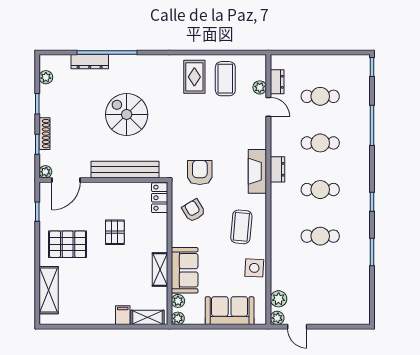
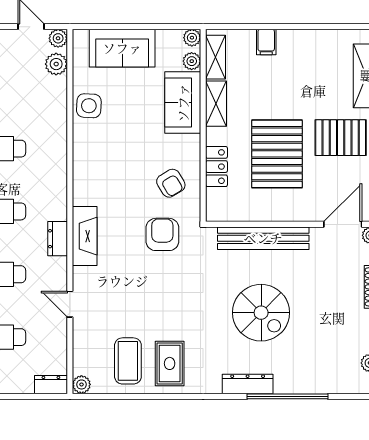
dresser: (90, 62) -> (248, 384), moved
dresser: (277, 82) -> (51, 385), moved, turned 90
plant: (260, 87) -> (81, 384), moved
door: (268, 107) -> (70, 304), moved
armchair: (200, 172) -> (162, 234), turned 180
locker: (160, 198) -> (217, 167), moved
coffee table: (241, 227) -> (106, 161), removed
pallet: (115, 232) -> (277, 154), width x2.05, depth x2.00
shelving: (148, 317) -> (216, 57), moved, turned 90

